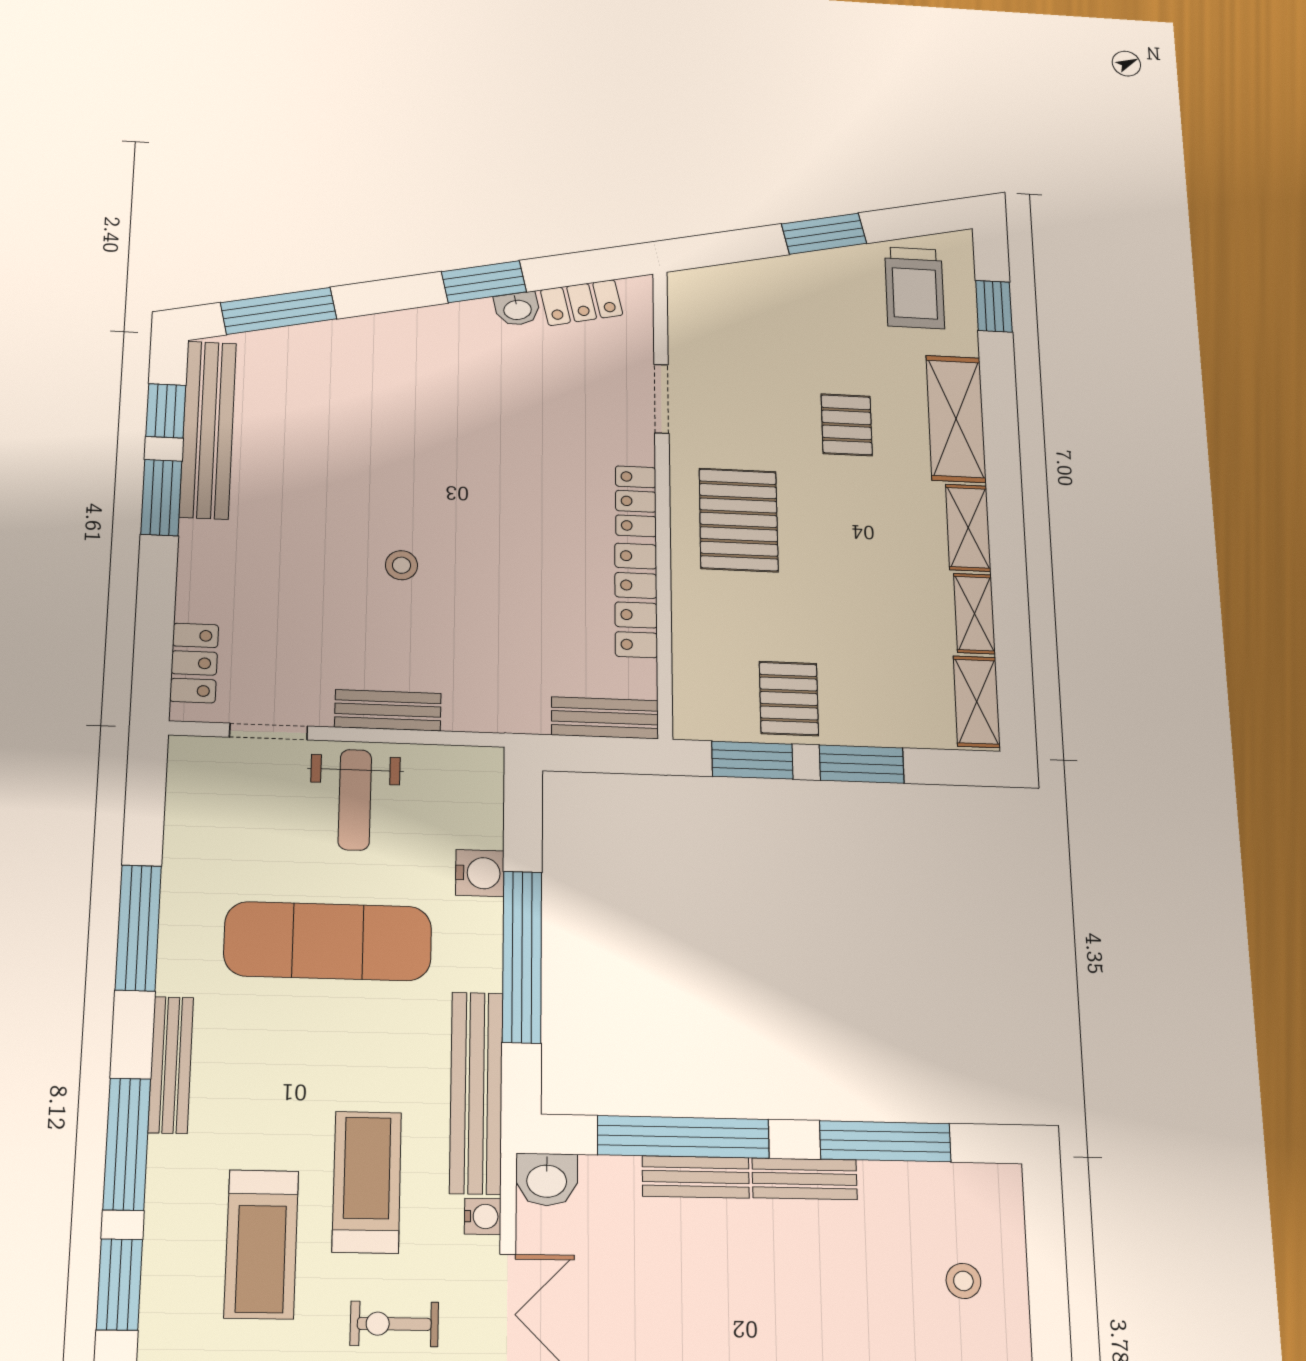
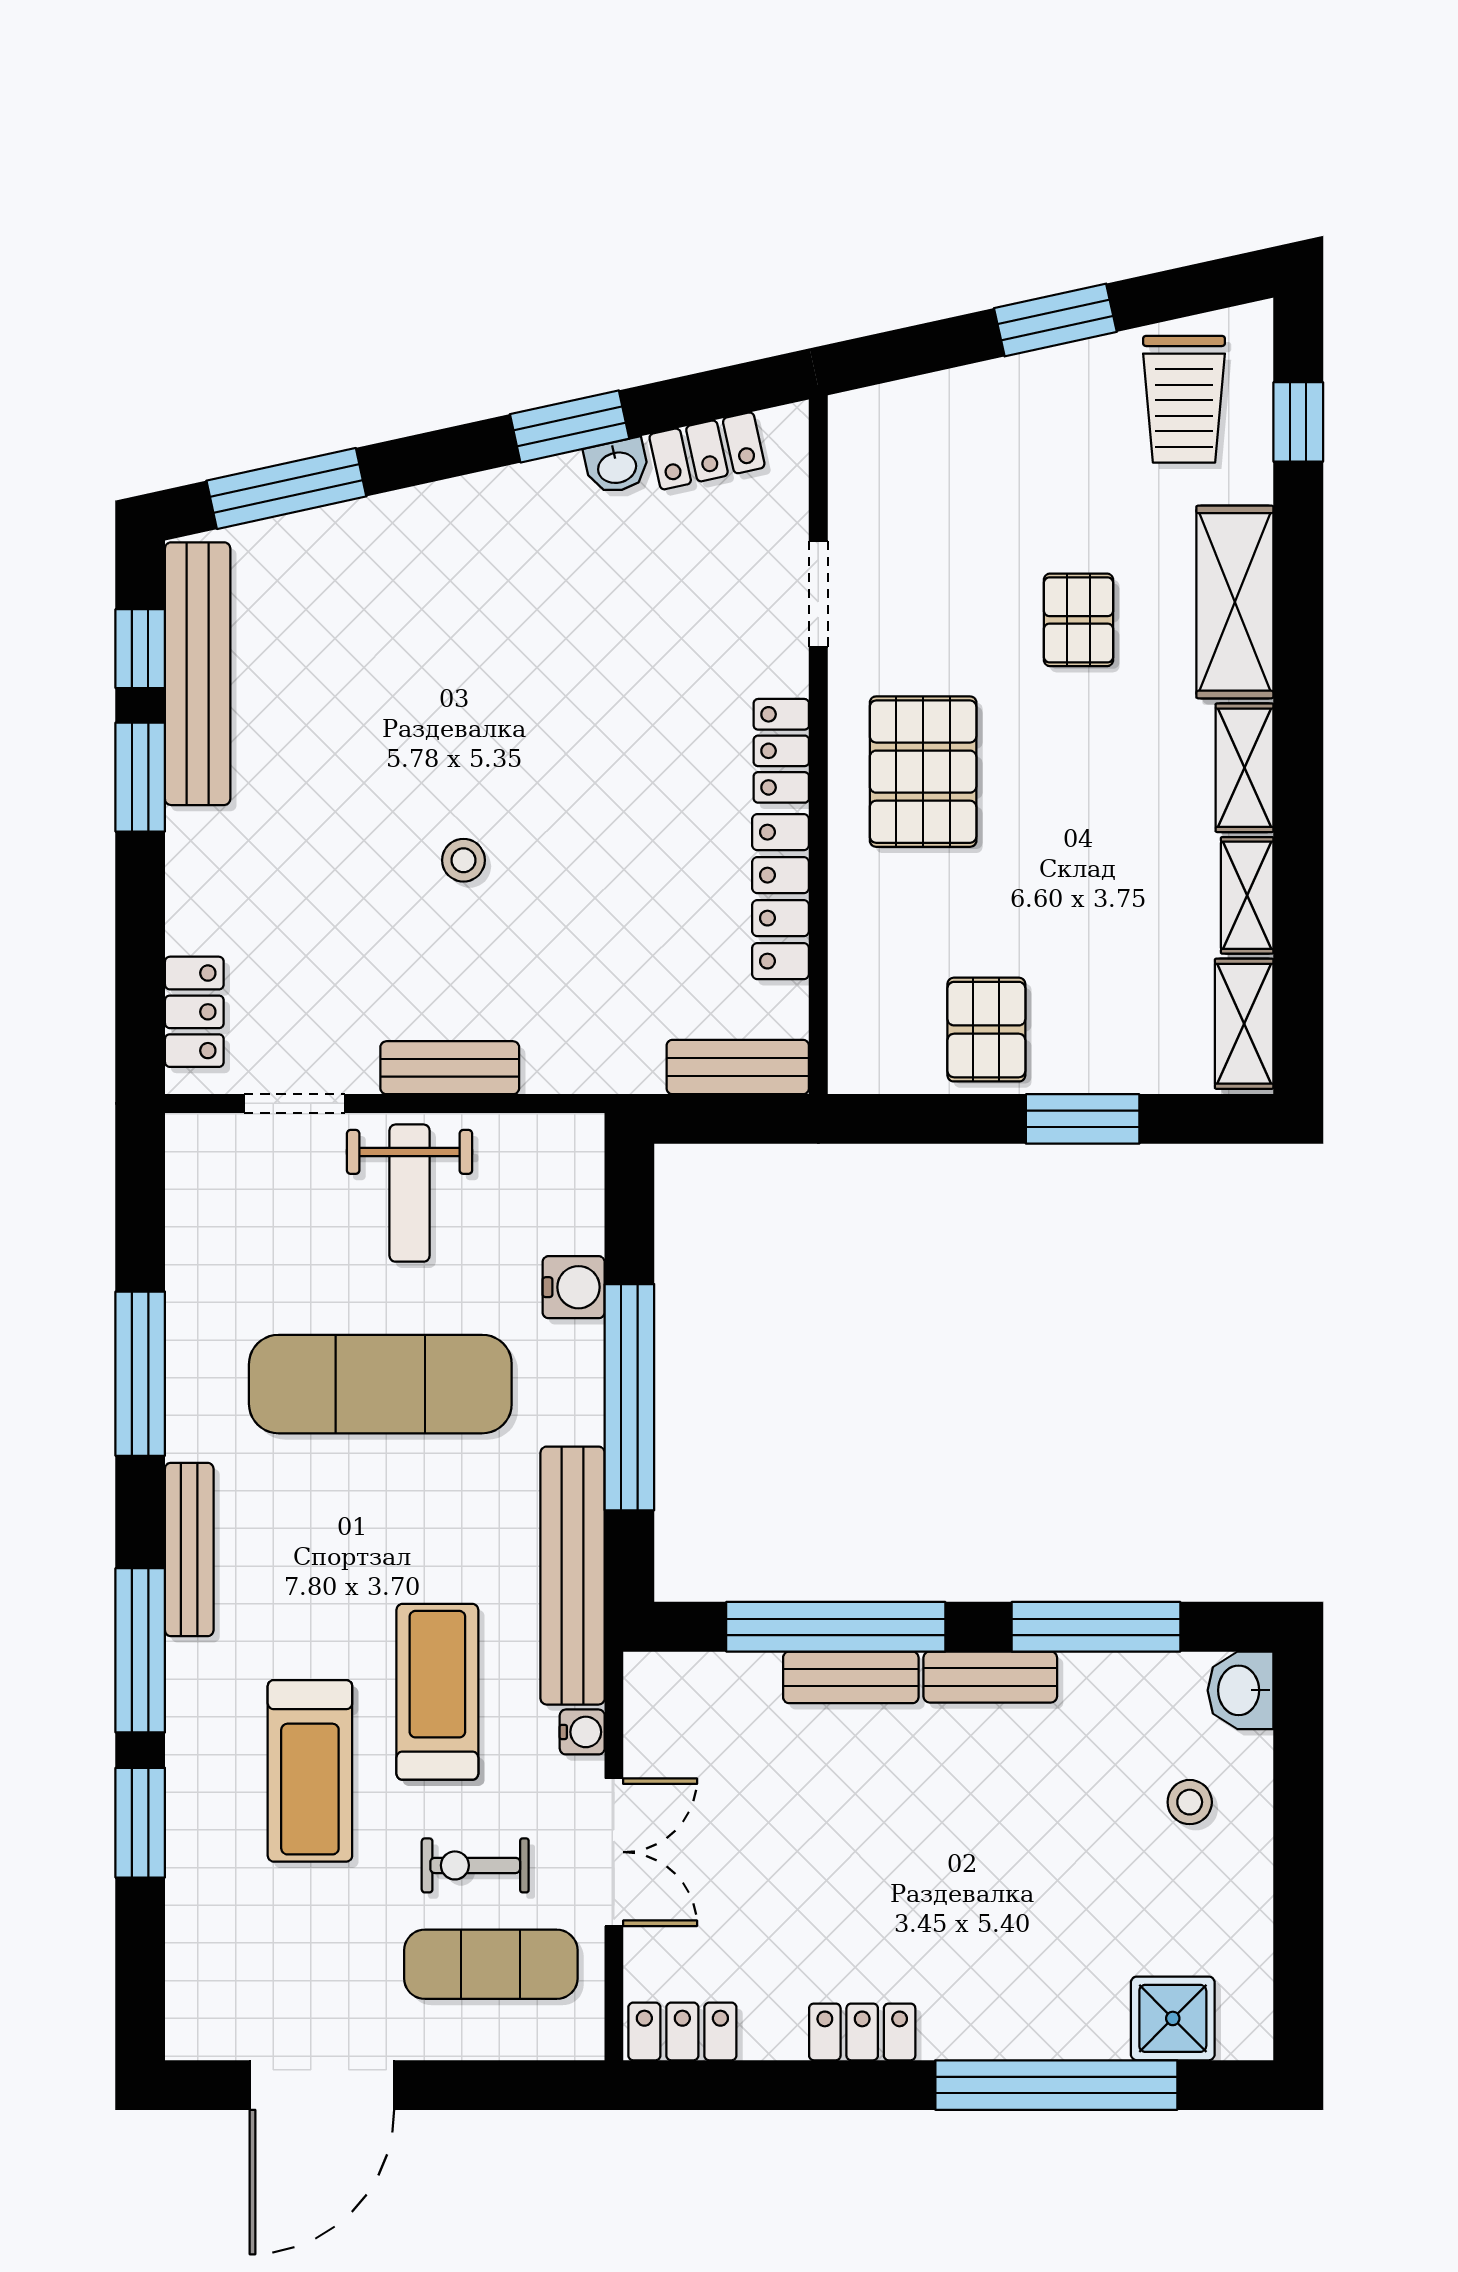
window: (752, 760) -> (935, 1119), removed
washbasin: (547, 1180) -> (1241, 1690), moved, turned 90

